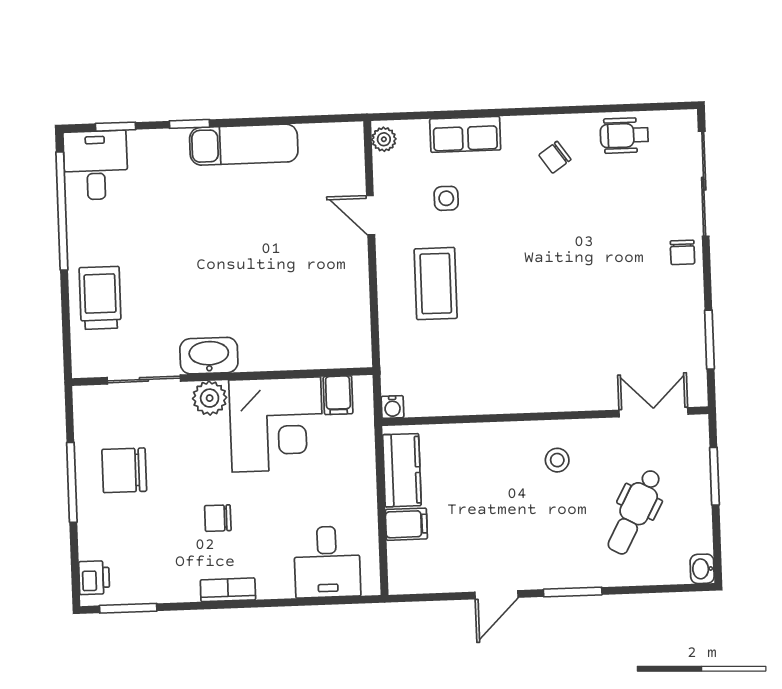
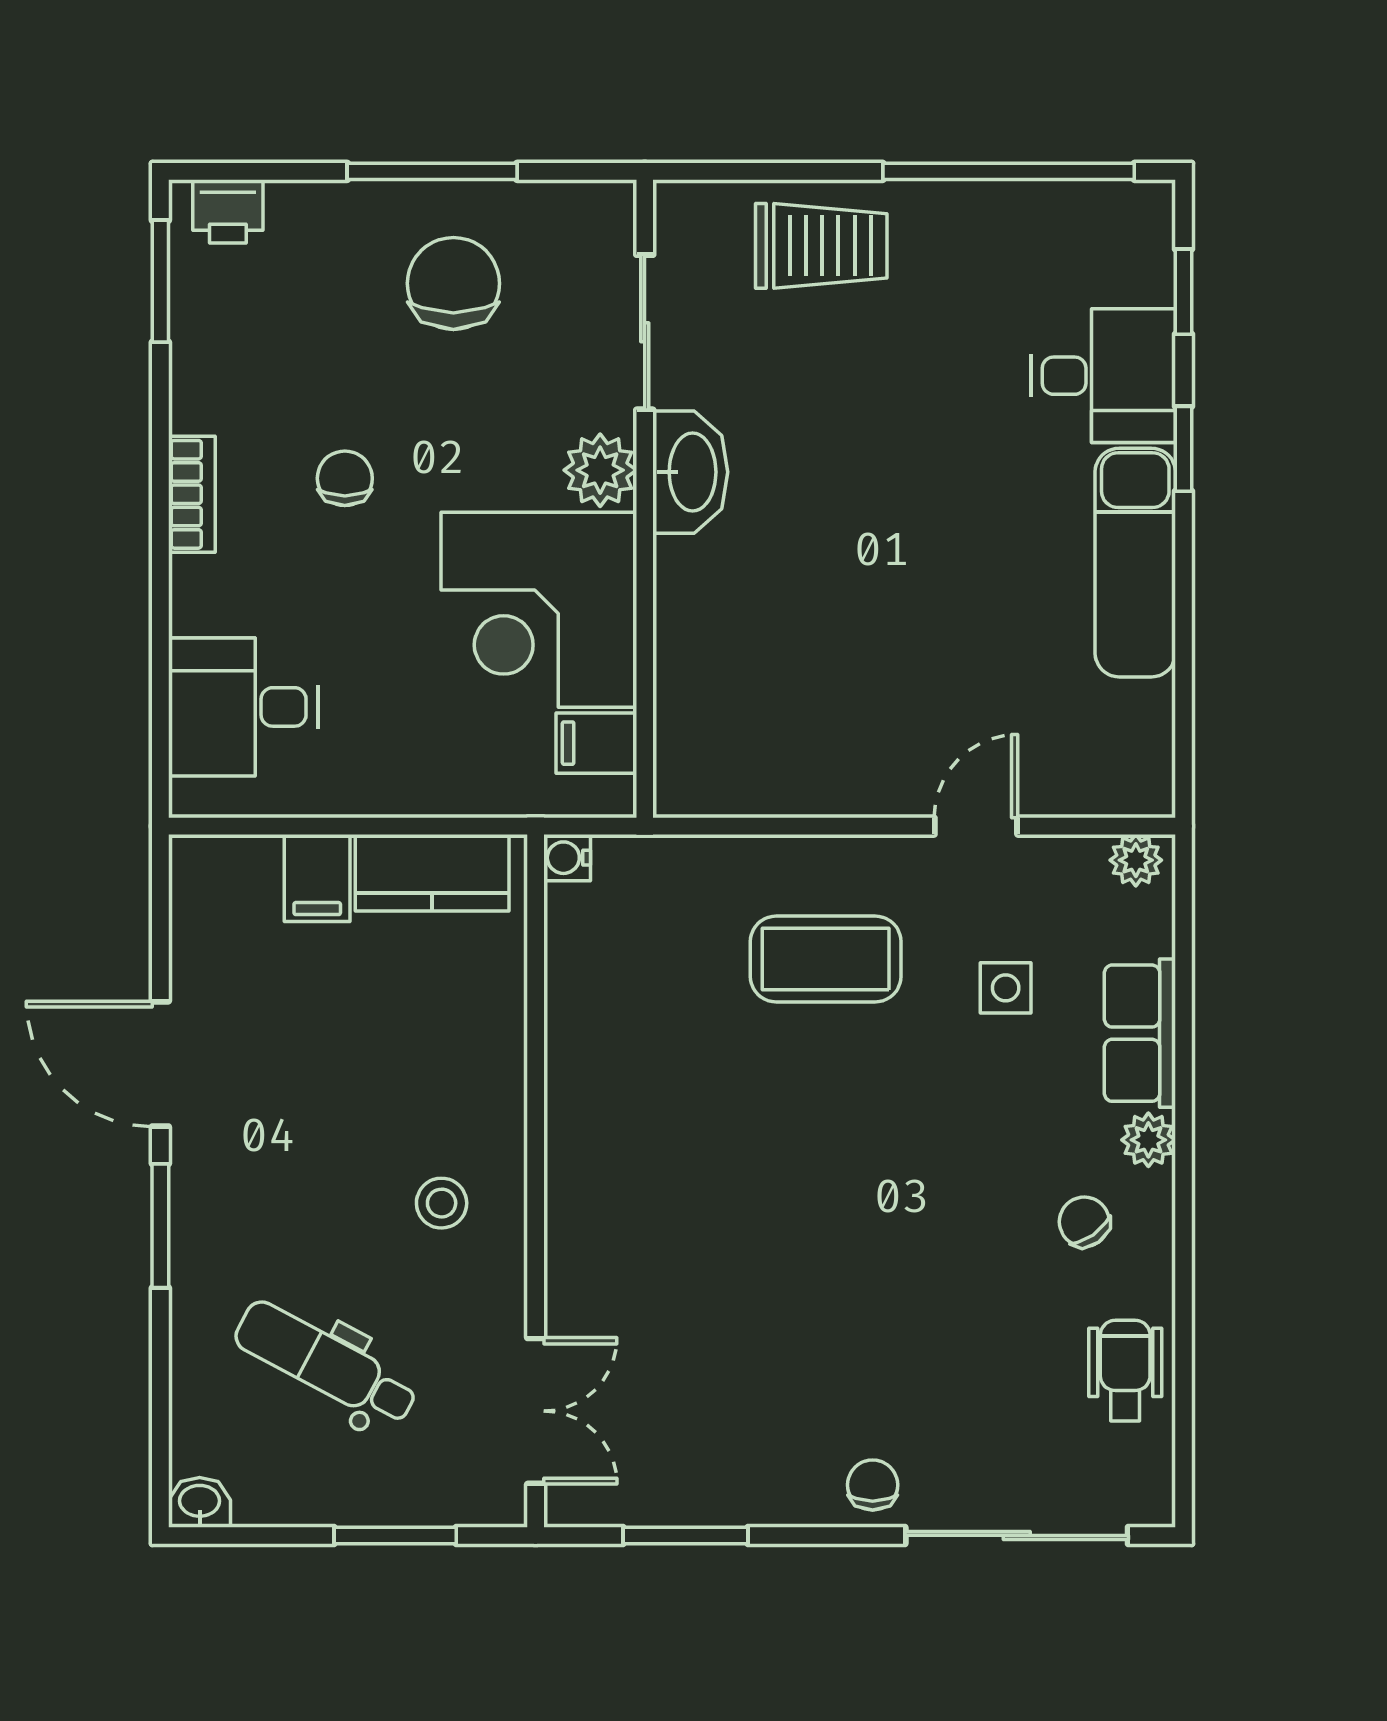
plant: (515, 128) -> (1148, 1140), added
desk: (96, 165) -> (1103, 376), moved
chair: (682, 252) -> (873, 1485), turned 90
door: (497, 595) -> (160, 1064), width x1.38

